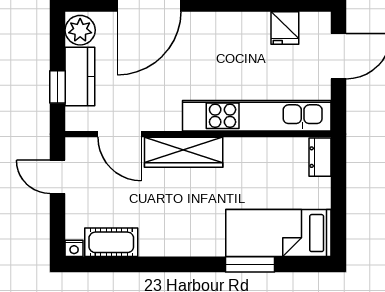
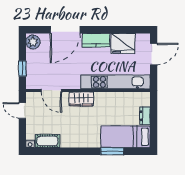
fridge: (285, 28) -> (123, 43), width x1.88, depth x1.34
kitchen counter: (80, 77) -> (96, 40), moved, turned 90
wardrobe: (184, 152) -> (81, 99), width x0.67
dresser: (320, 157) -> (145, 116), moved

